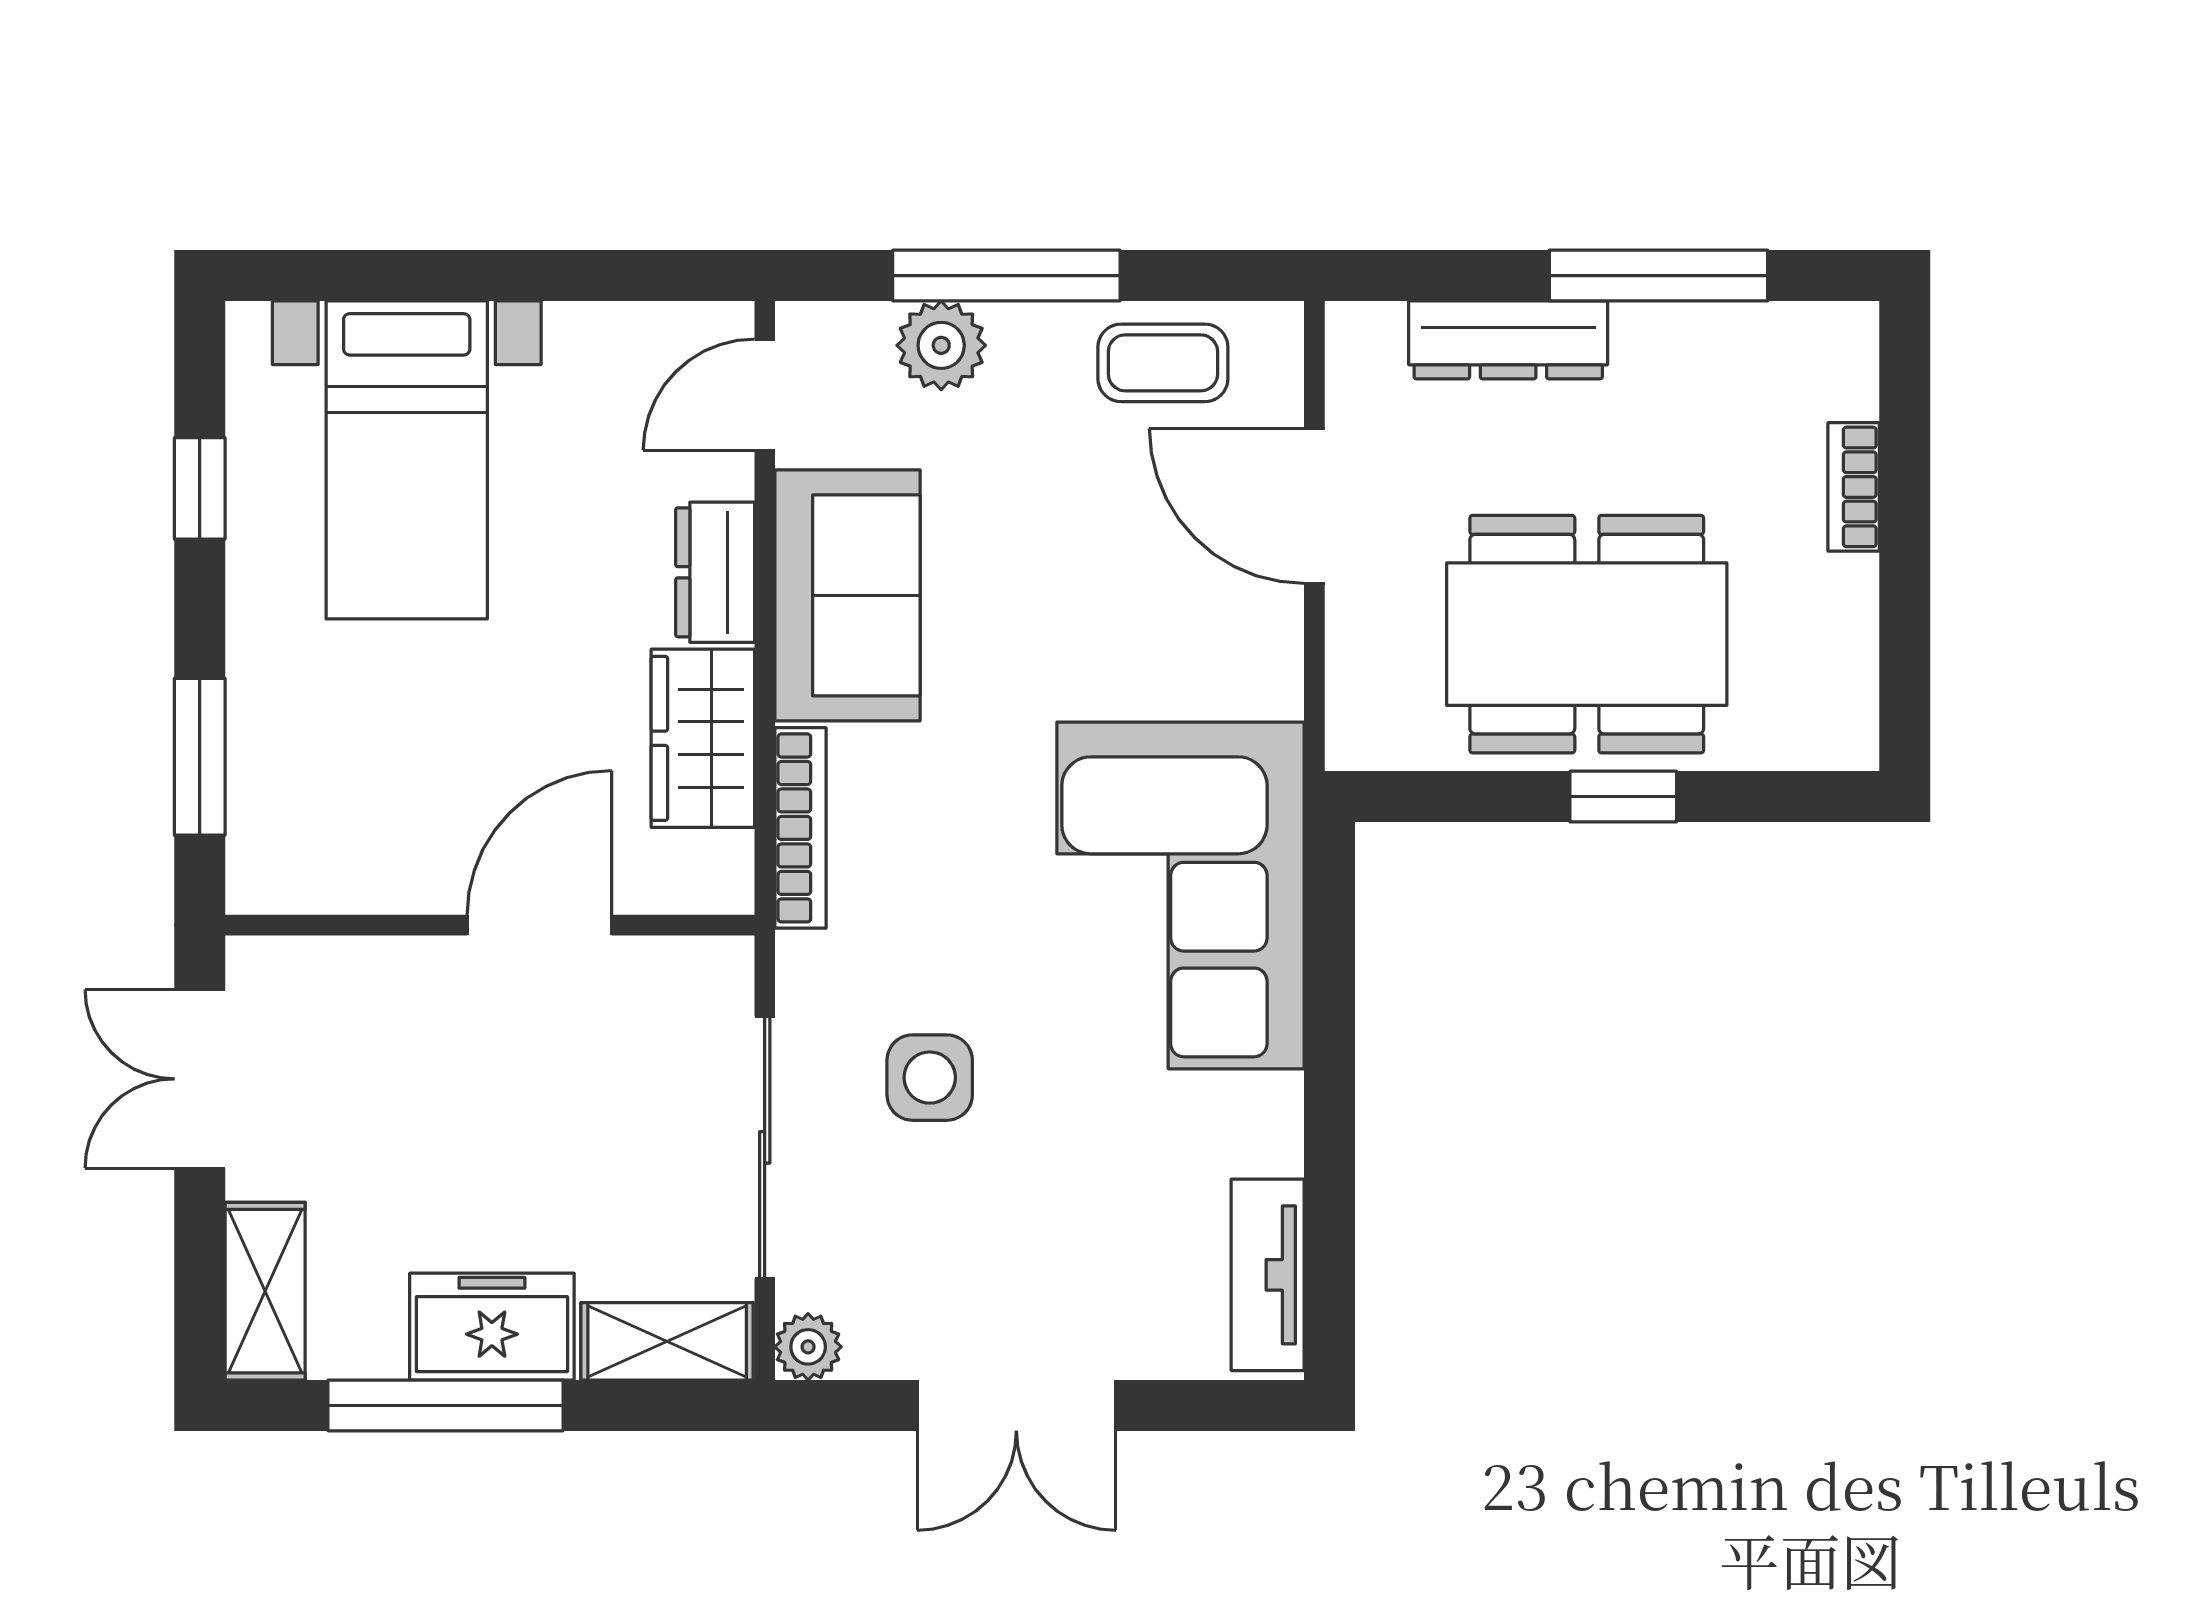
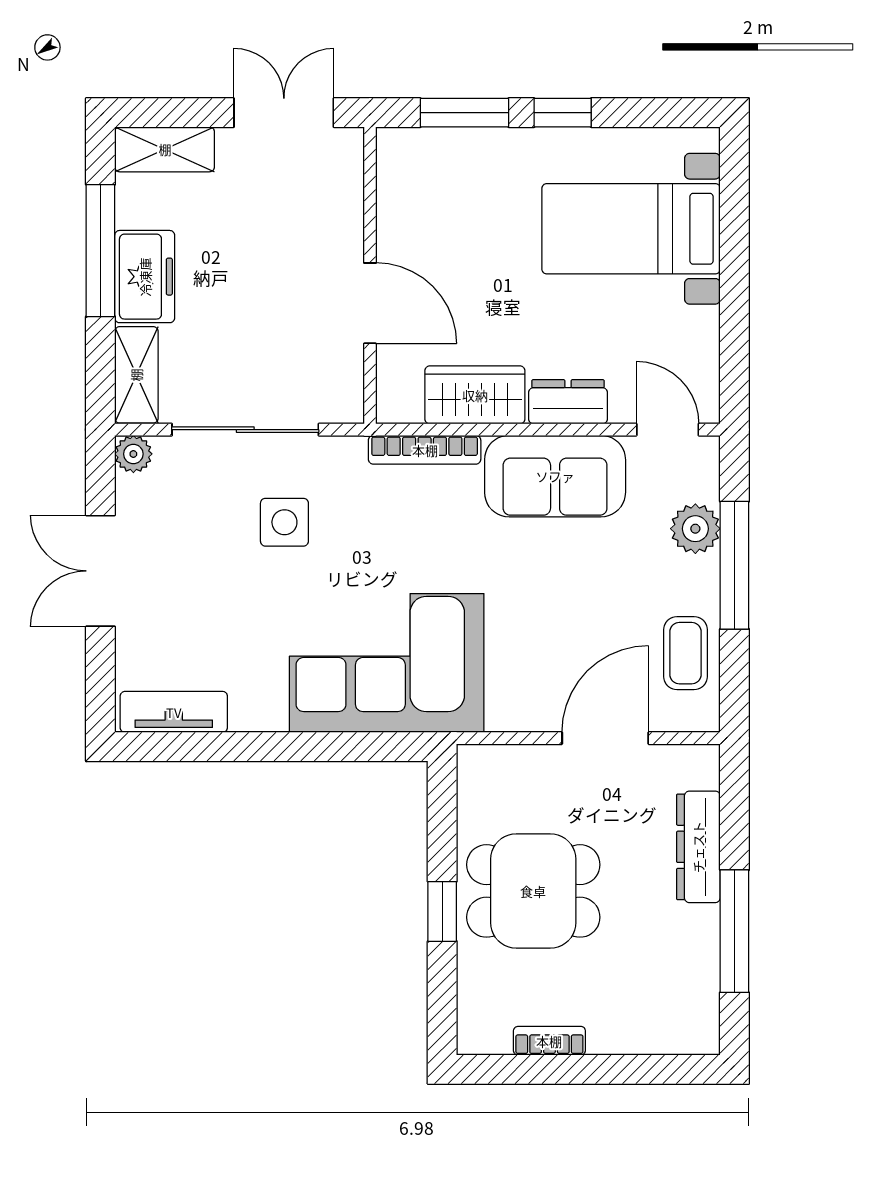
bookcase: (1854, 487) -> (549, 1041), moved
window: (200, 488) -> (563, 113), moved
dining table: (1587, 634) -> (533, 891), width x0.73

